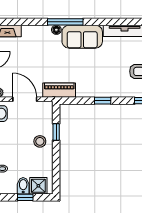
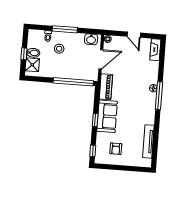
sofa: (82, 37) -> (107, 116), moved, turned 180
window: (56, 132) -> (73, 82), width x3.17
stool: (40, 141) -> (59, 49), moved

